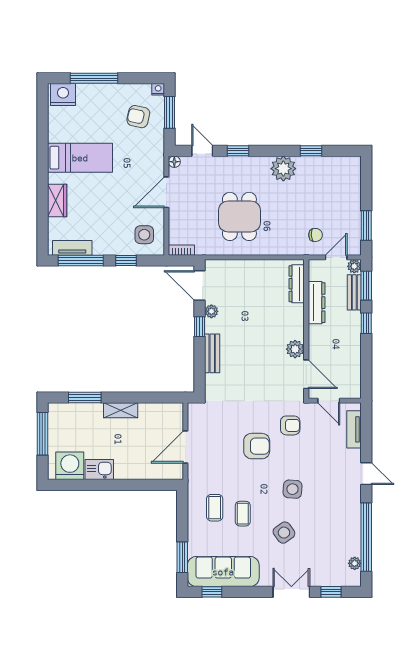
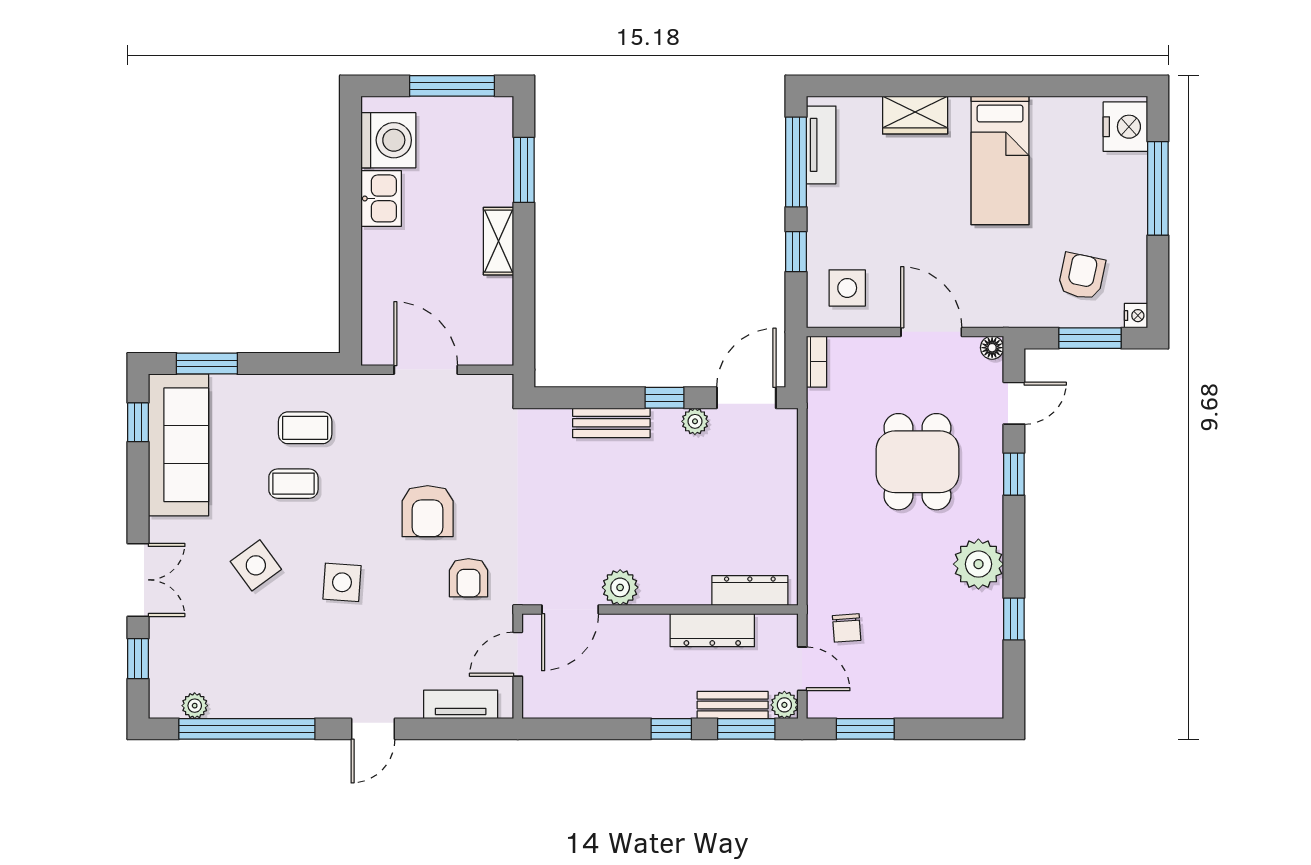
dining table: (239, 216) -> (917, 462), moved, turned 90

